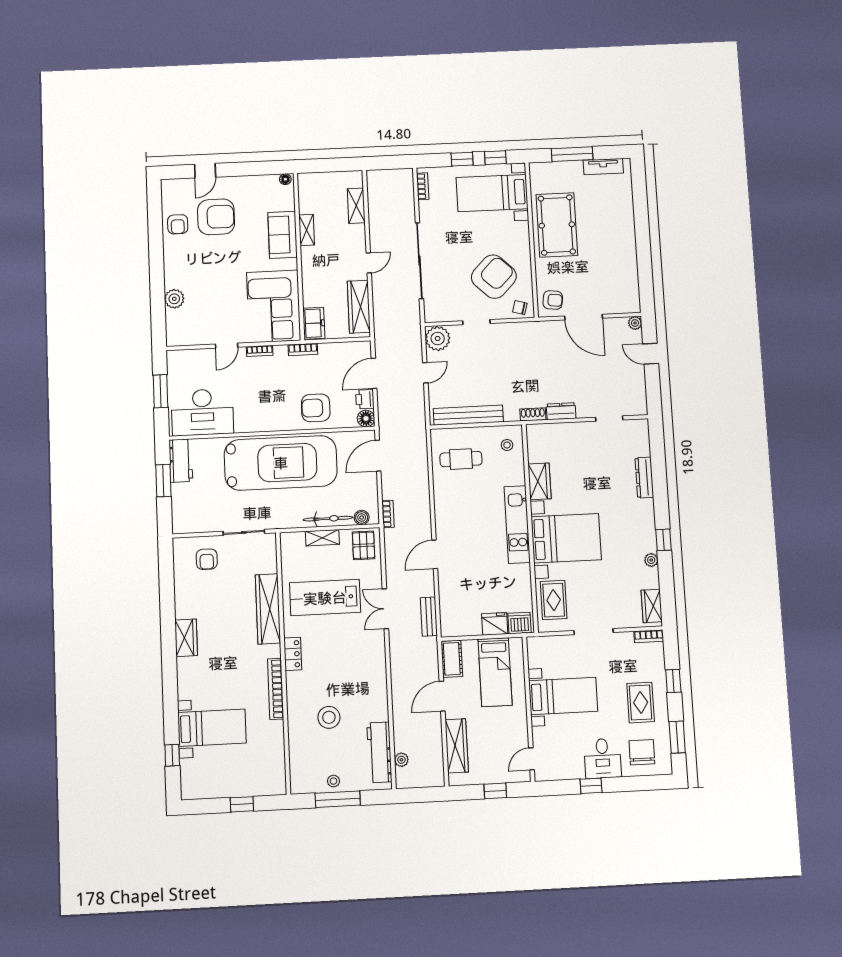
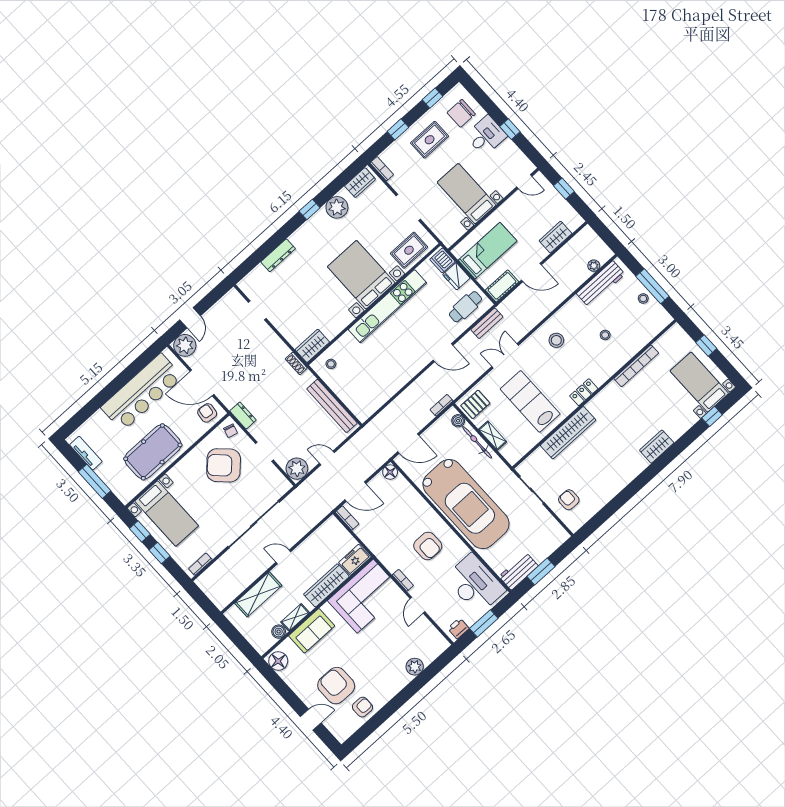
floor lamp: (285, 179) -> (278, 661), width x1.89, depth x1.89
boiler: (306, 206) -> (279, 632), added
shelving: (356, 206) -> (258, 594), width x1.50, depth x1.33
bar counter: (618, 258) -> (142, 392), added
wardrobe: (359, 307) -> (326, 585), moved, turned 180
door: (583, 317) -> (202, 383), swing flipped
plant: (635, 323) -> (185, 345), width x1.88, depth x1.88
door: (227, 346) -> (417, 605), swing flipped
bookcase: (303, 349) -> (347, 518), moved
printer: (365, 399) -> (458, 628), moved, turned 180
armchair: (316, 408) -> (428, 546), moved
dresser: (561, 411) -> (243, 416), moved, turned 180
cafe table: (461, 459) -> (465, 307), moved, turned 90
car: (281, 463) -> (466, 504), turned 180
wardrobe: (539, 481) -> (312, 346), moved
kitchen unit: (517, 525) -> (387, 306), width x1.36
armchair: (207, 559) -> (569, 500), turned -90
plant: (651, 560) -> (337, 207), width x1.88, depth x1.88
lab bench: (325, 598) -> (530, 401), turned 180
double door: (385, 609) -> (505, 356), swing flipped
wardrobe: (186, 638) -> (657, 447), moved
stool: (361, 668) -> (556, 340), added
bookcase: (276, 689) -> (636, 366), moved
stool: (329, 717) -> (605, 335), width x0.53, depth x0.53
bed with nightstands: (212, 728) -> (699, 382), moved
window: (677, 737) -> (433, 98), width x0.67
wardrobe: (457, 746) -> (555, 237), width x0.67

